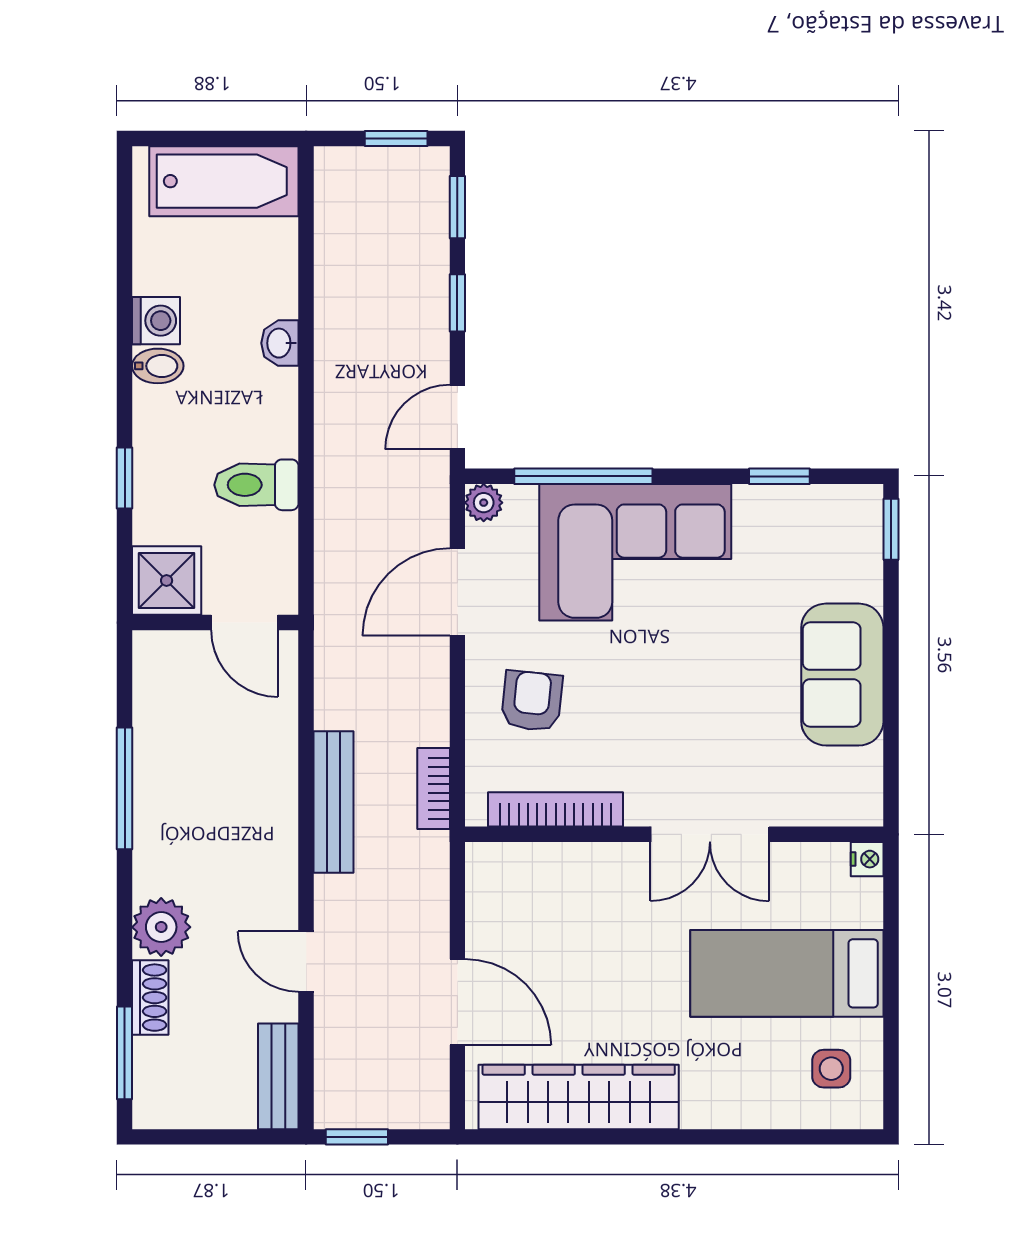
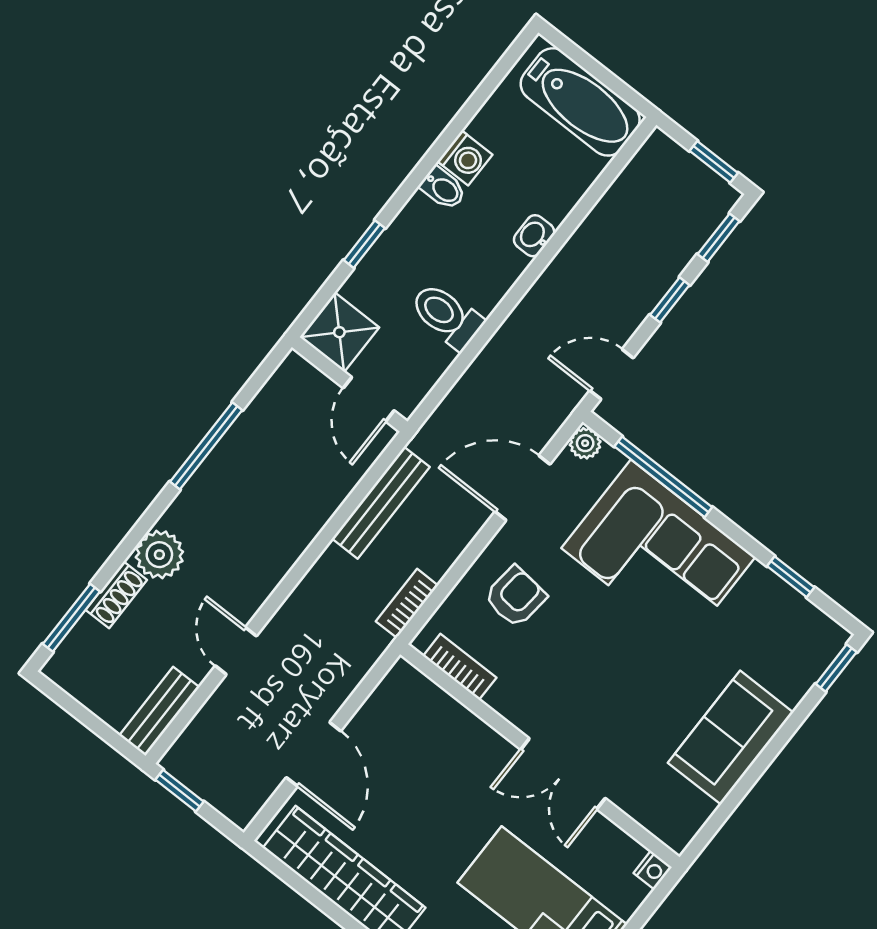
bench: (333, 802) -> (381, 503), moved
bookcase: (556, 809) -> (460, 667), width x0.64

